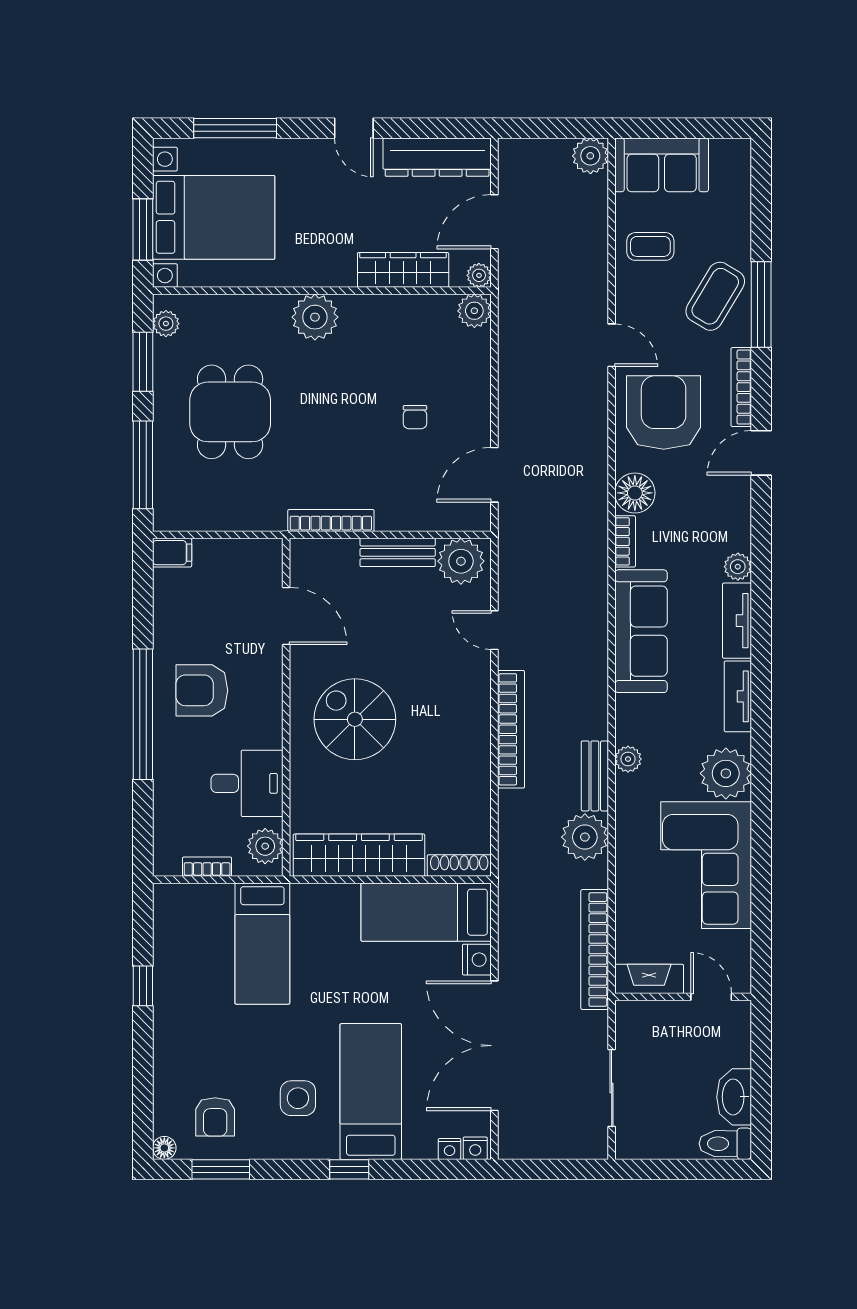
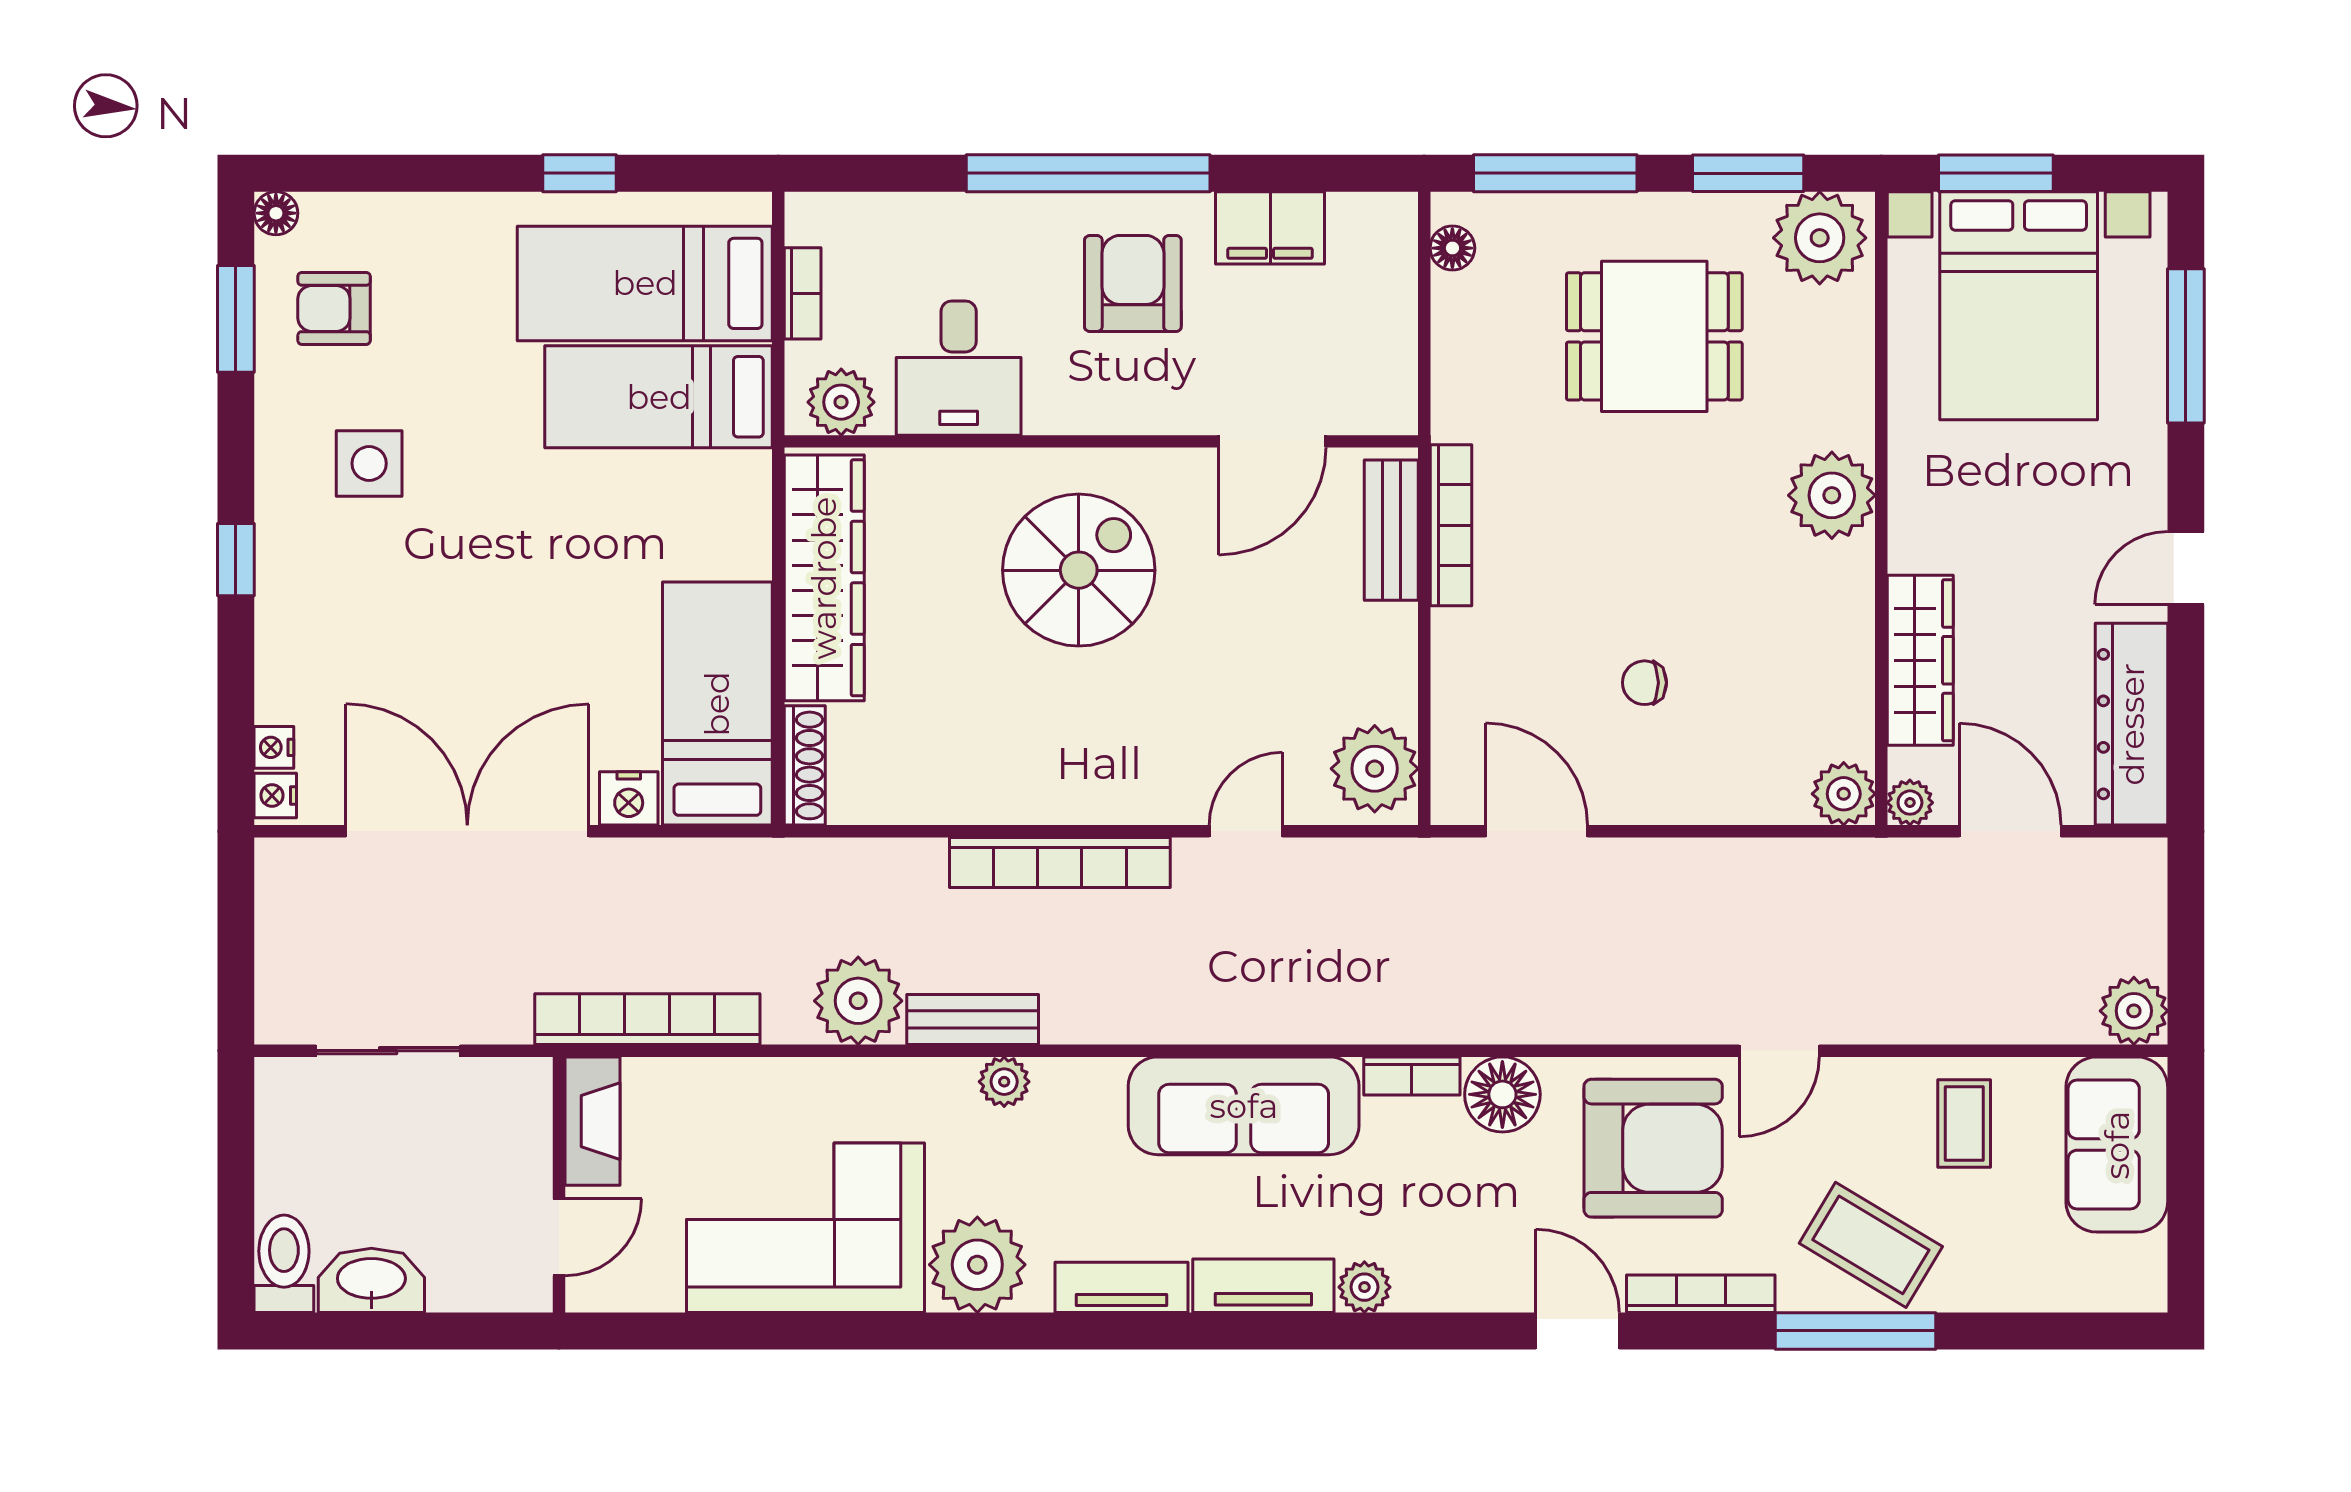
plant: (166, 324) -> (1820, 238), width x1.87, depth x1.87
floor lamp: (183, 520) -> (1452, 248), added
bench: (398, 552) -> (1391, 530), moved
filing cabinet: (172, 553) -> (1270, 228), moved, width x2.00
bed: (371, 1091) -> (645, 283), moved, turned 180

